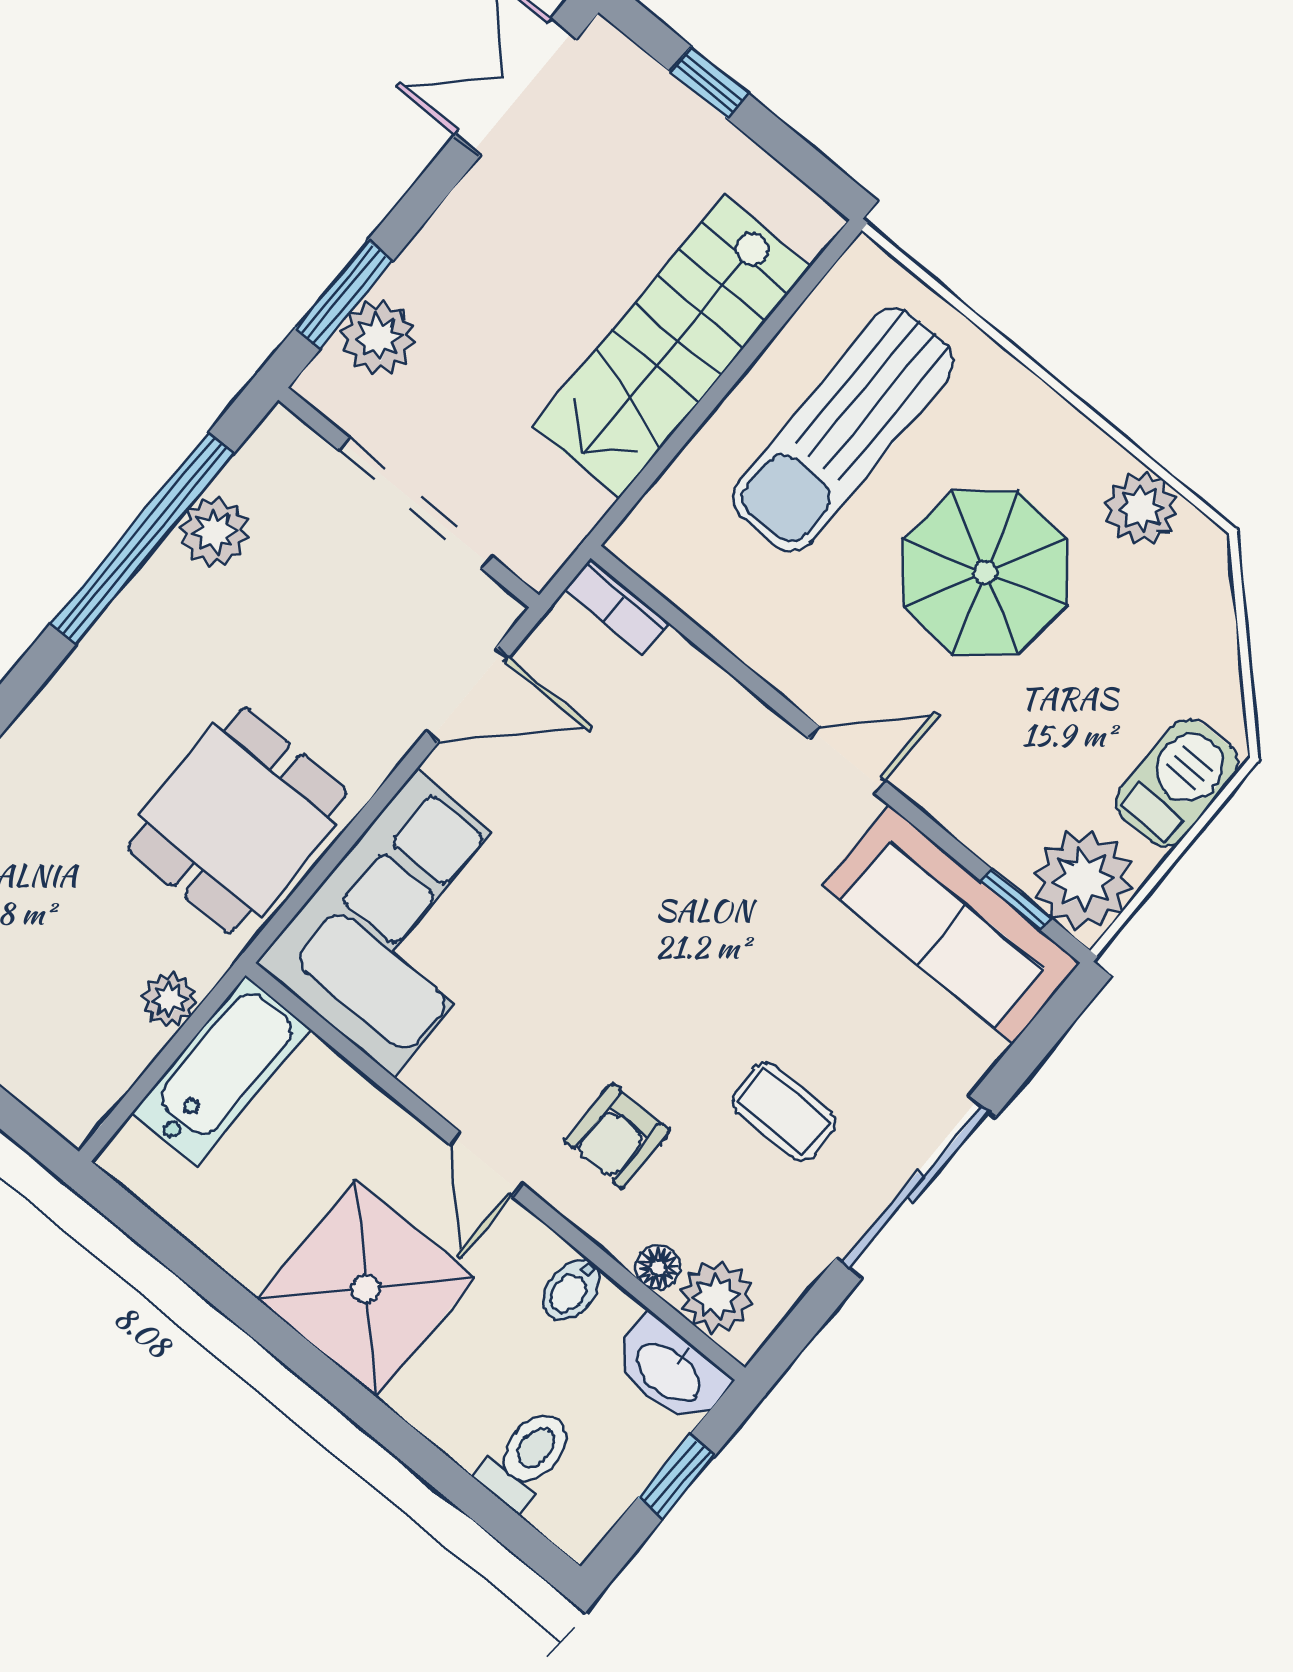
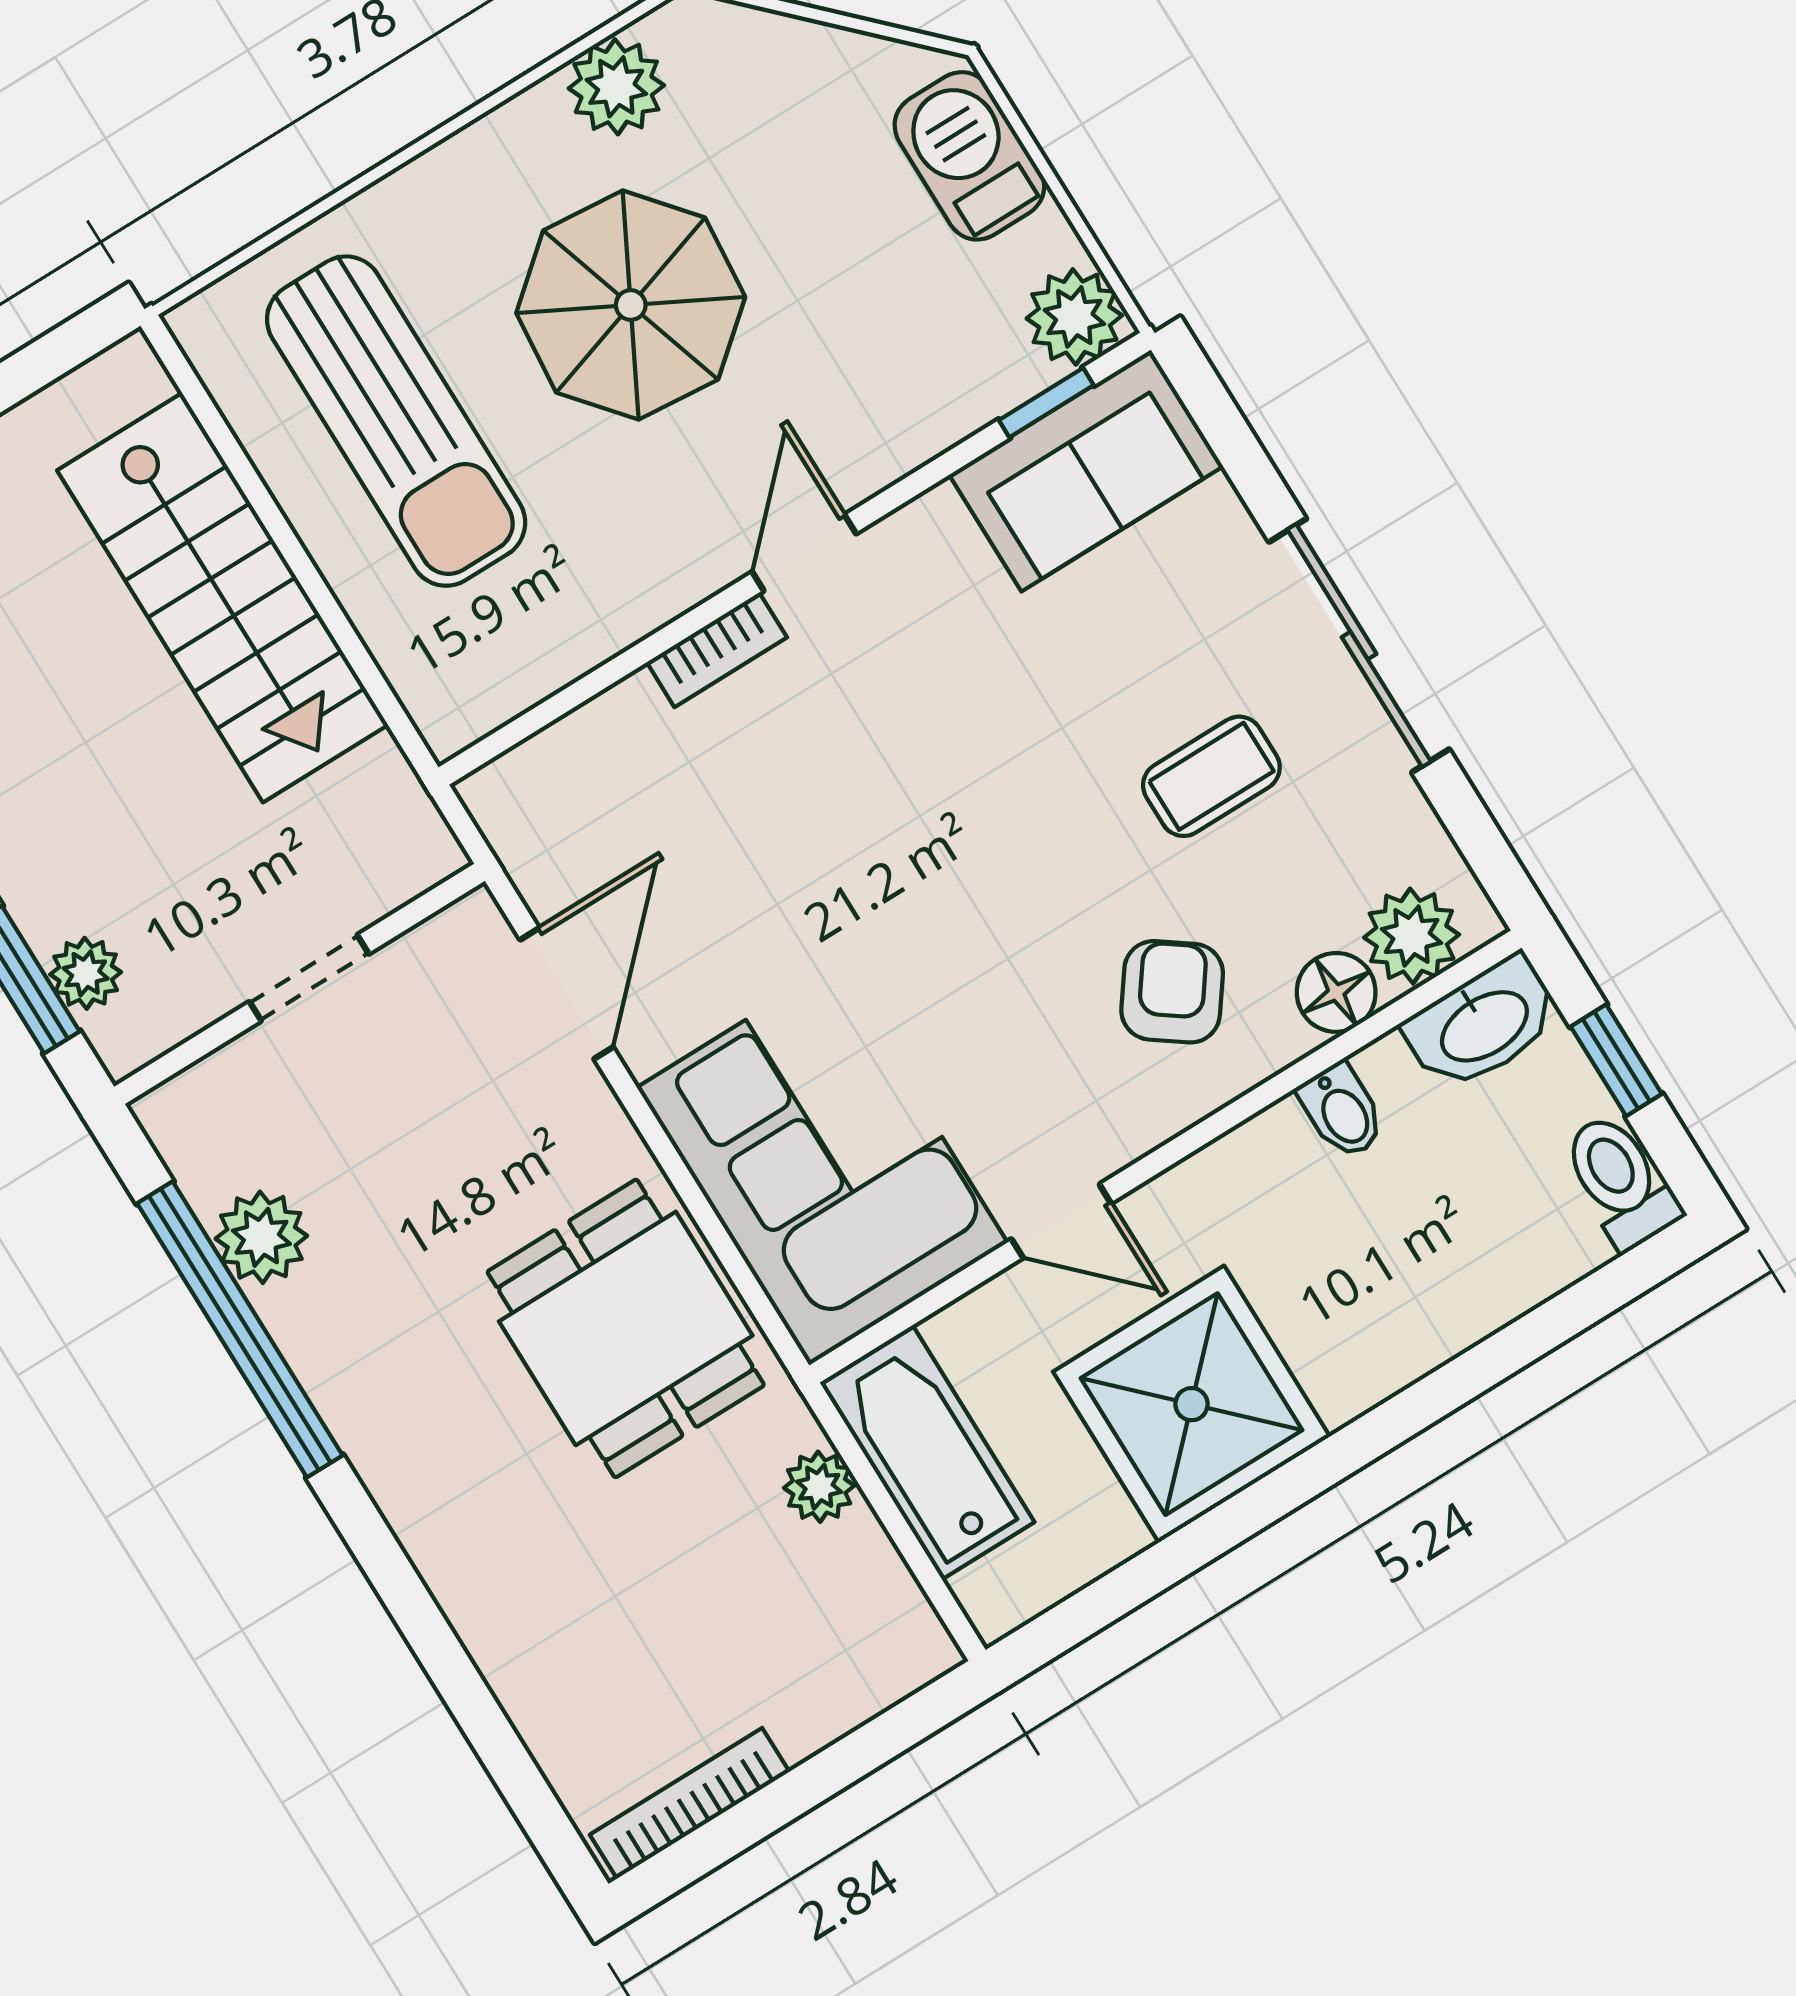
plant: (378, 337) -> (86, 973), width x0.73, depth x0.73
doorway: (415, 503) -> (309, 978), width x0.53
bookcase: (617, 606) -> (717, 650), moved
plant: (1084, 880) -> (1074, 317), width x0.73, depth x0.73
sofa: (951, 924) -> (1086, 471), width x0.73
armchair: (617, 1136) -> (1172, 992), turned -144
door: (486, 1164) -> (1061, 1221), moved
floor lamp: (658, 1267) -> (1336, 992), width x1.37, depth x1.37
shower: (366, 1289) -> (1192, 1404), moved
toilet: (527, 1458) -> (1620, 1181), moved

